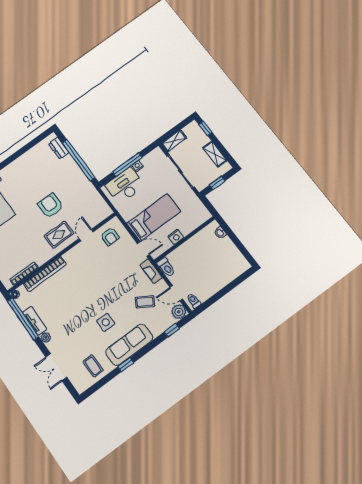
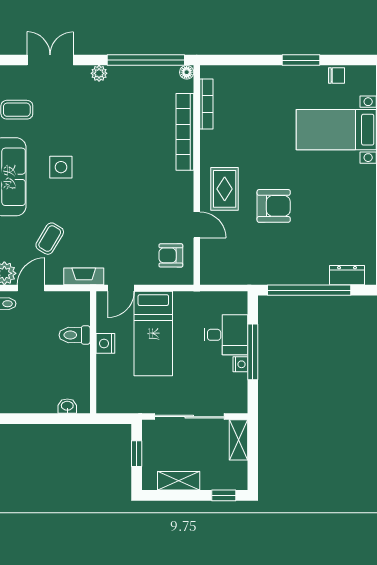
desk: (125, 186) -> (226, 335), width x0.73
toilet: (166, 267) -> (75, 335), moved
tv unit: (35, 321) -> (132, 74), removed

